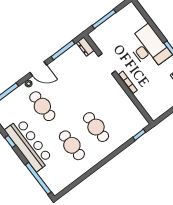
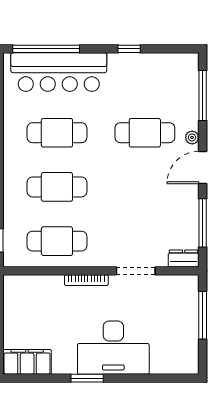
cafe table: (120, 109) -> (57, 241), added
bar counter: (29, 145) -> (59, 72), moved

